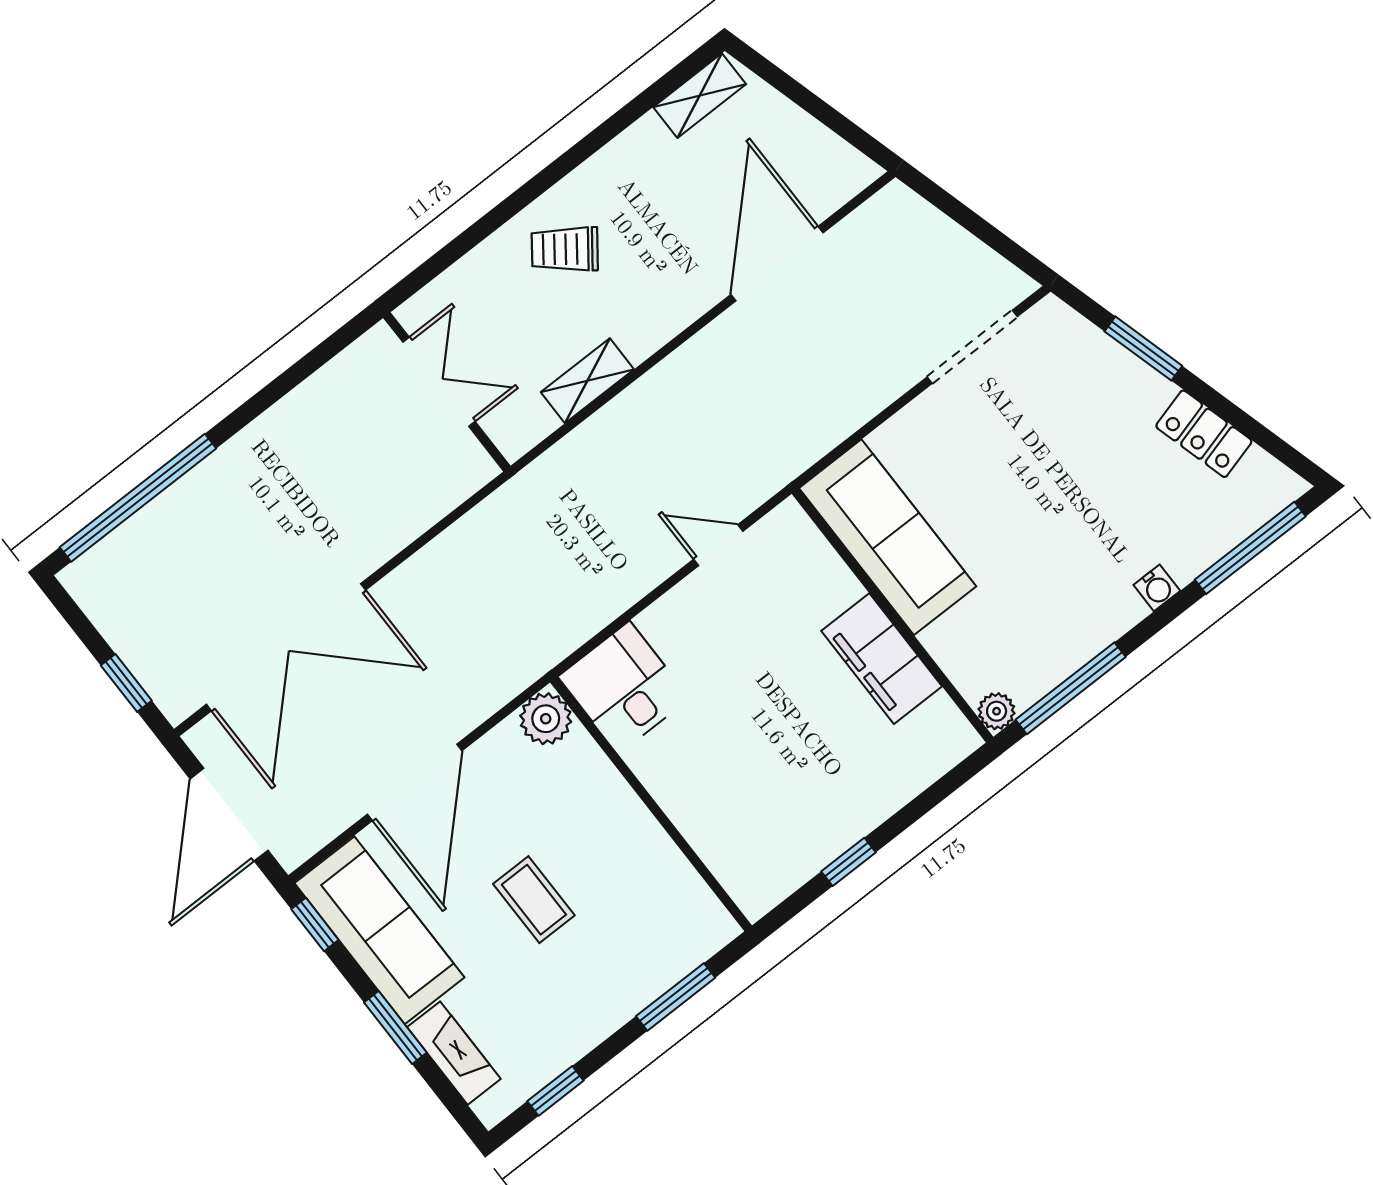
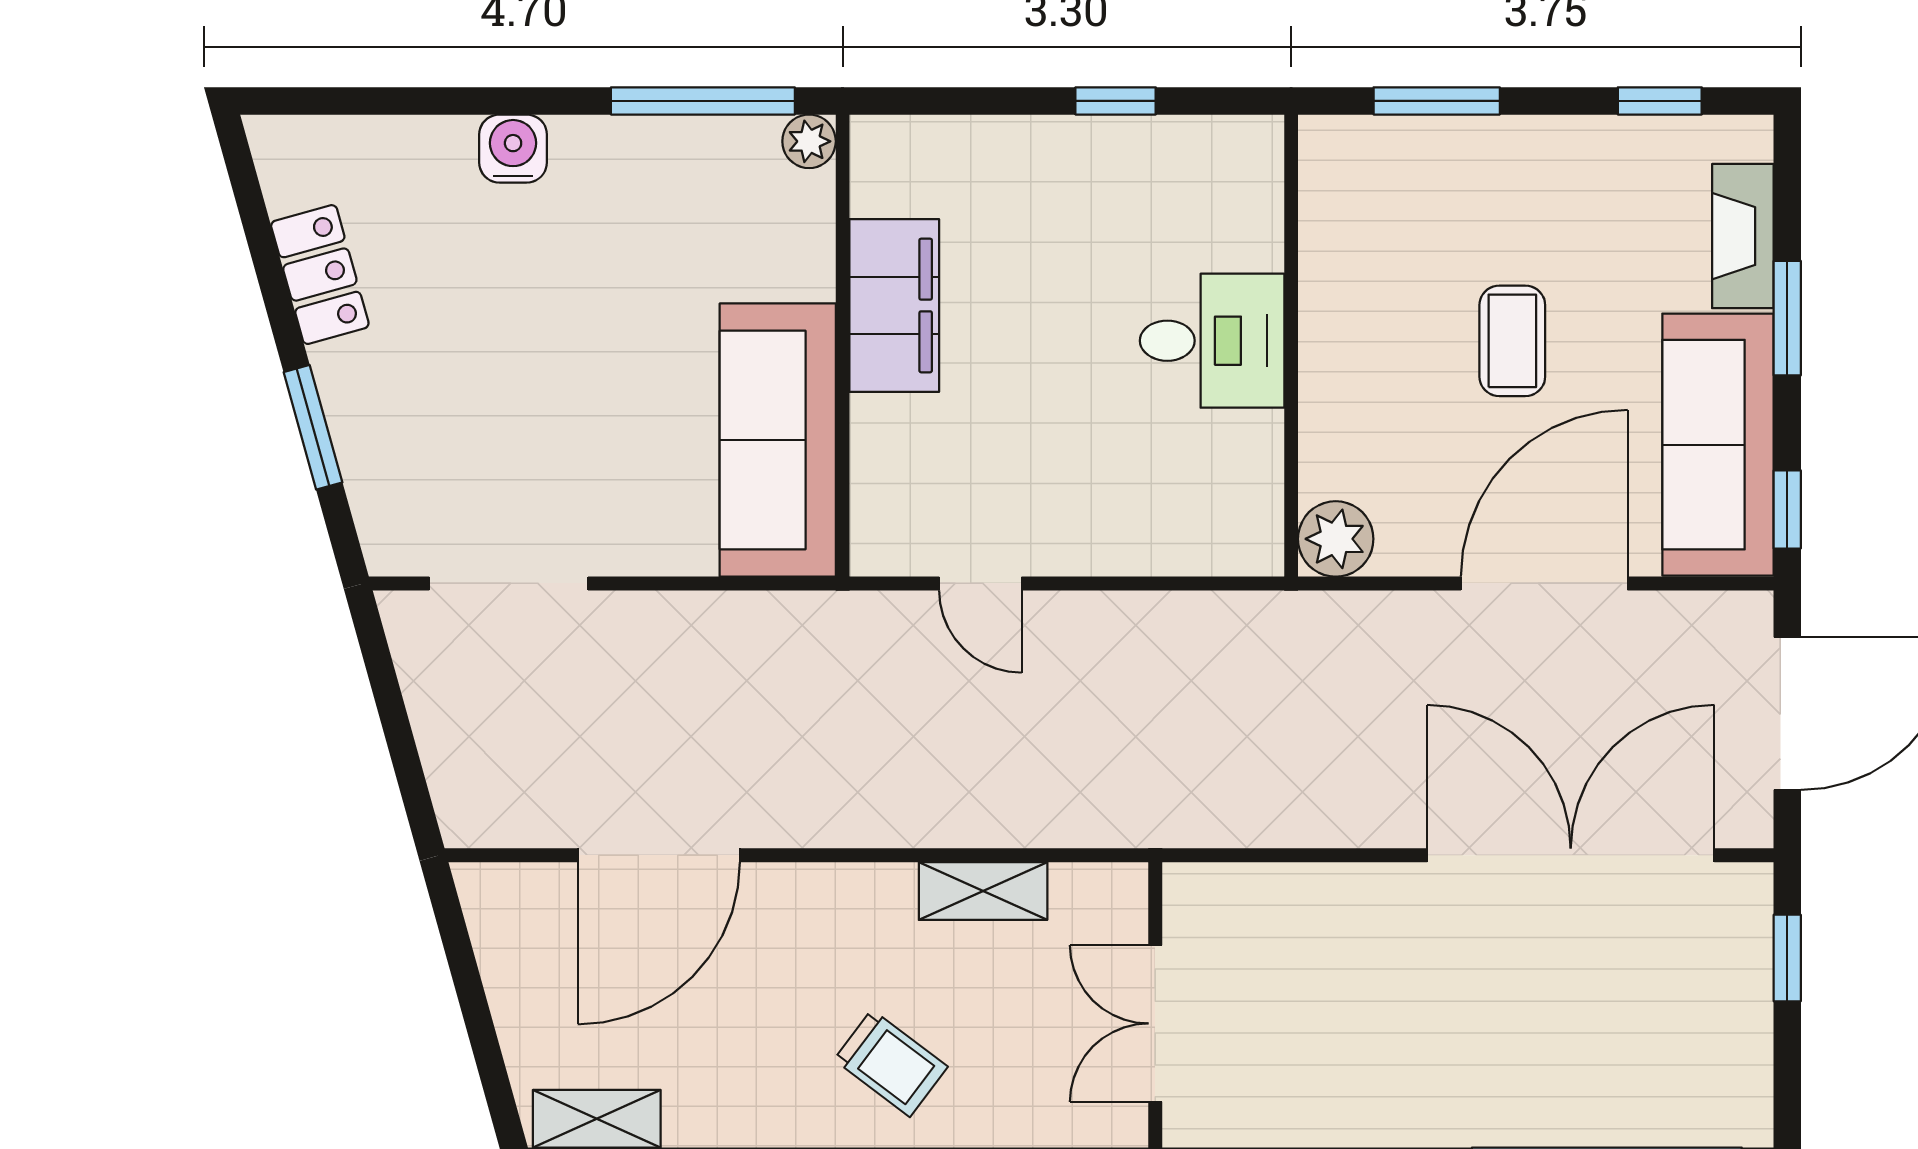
window: (1250, 548) -> (369, 101), removed
water cooler: (1157, 588) -> (513, 149), width x1.38, depth x1.38
desk: (624, 687) -> (1212, 341), moved, turned -90

